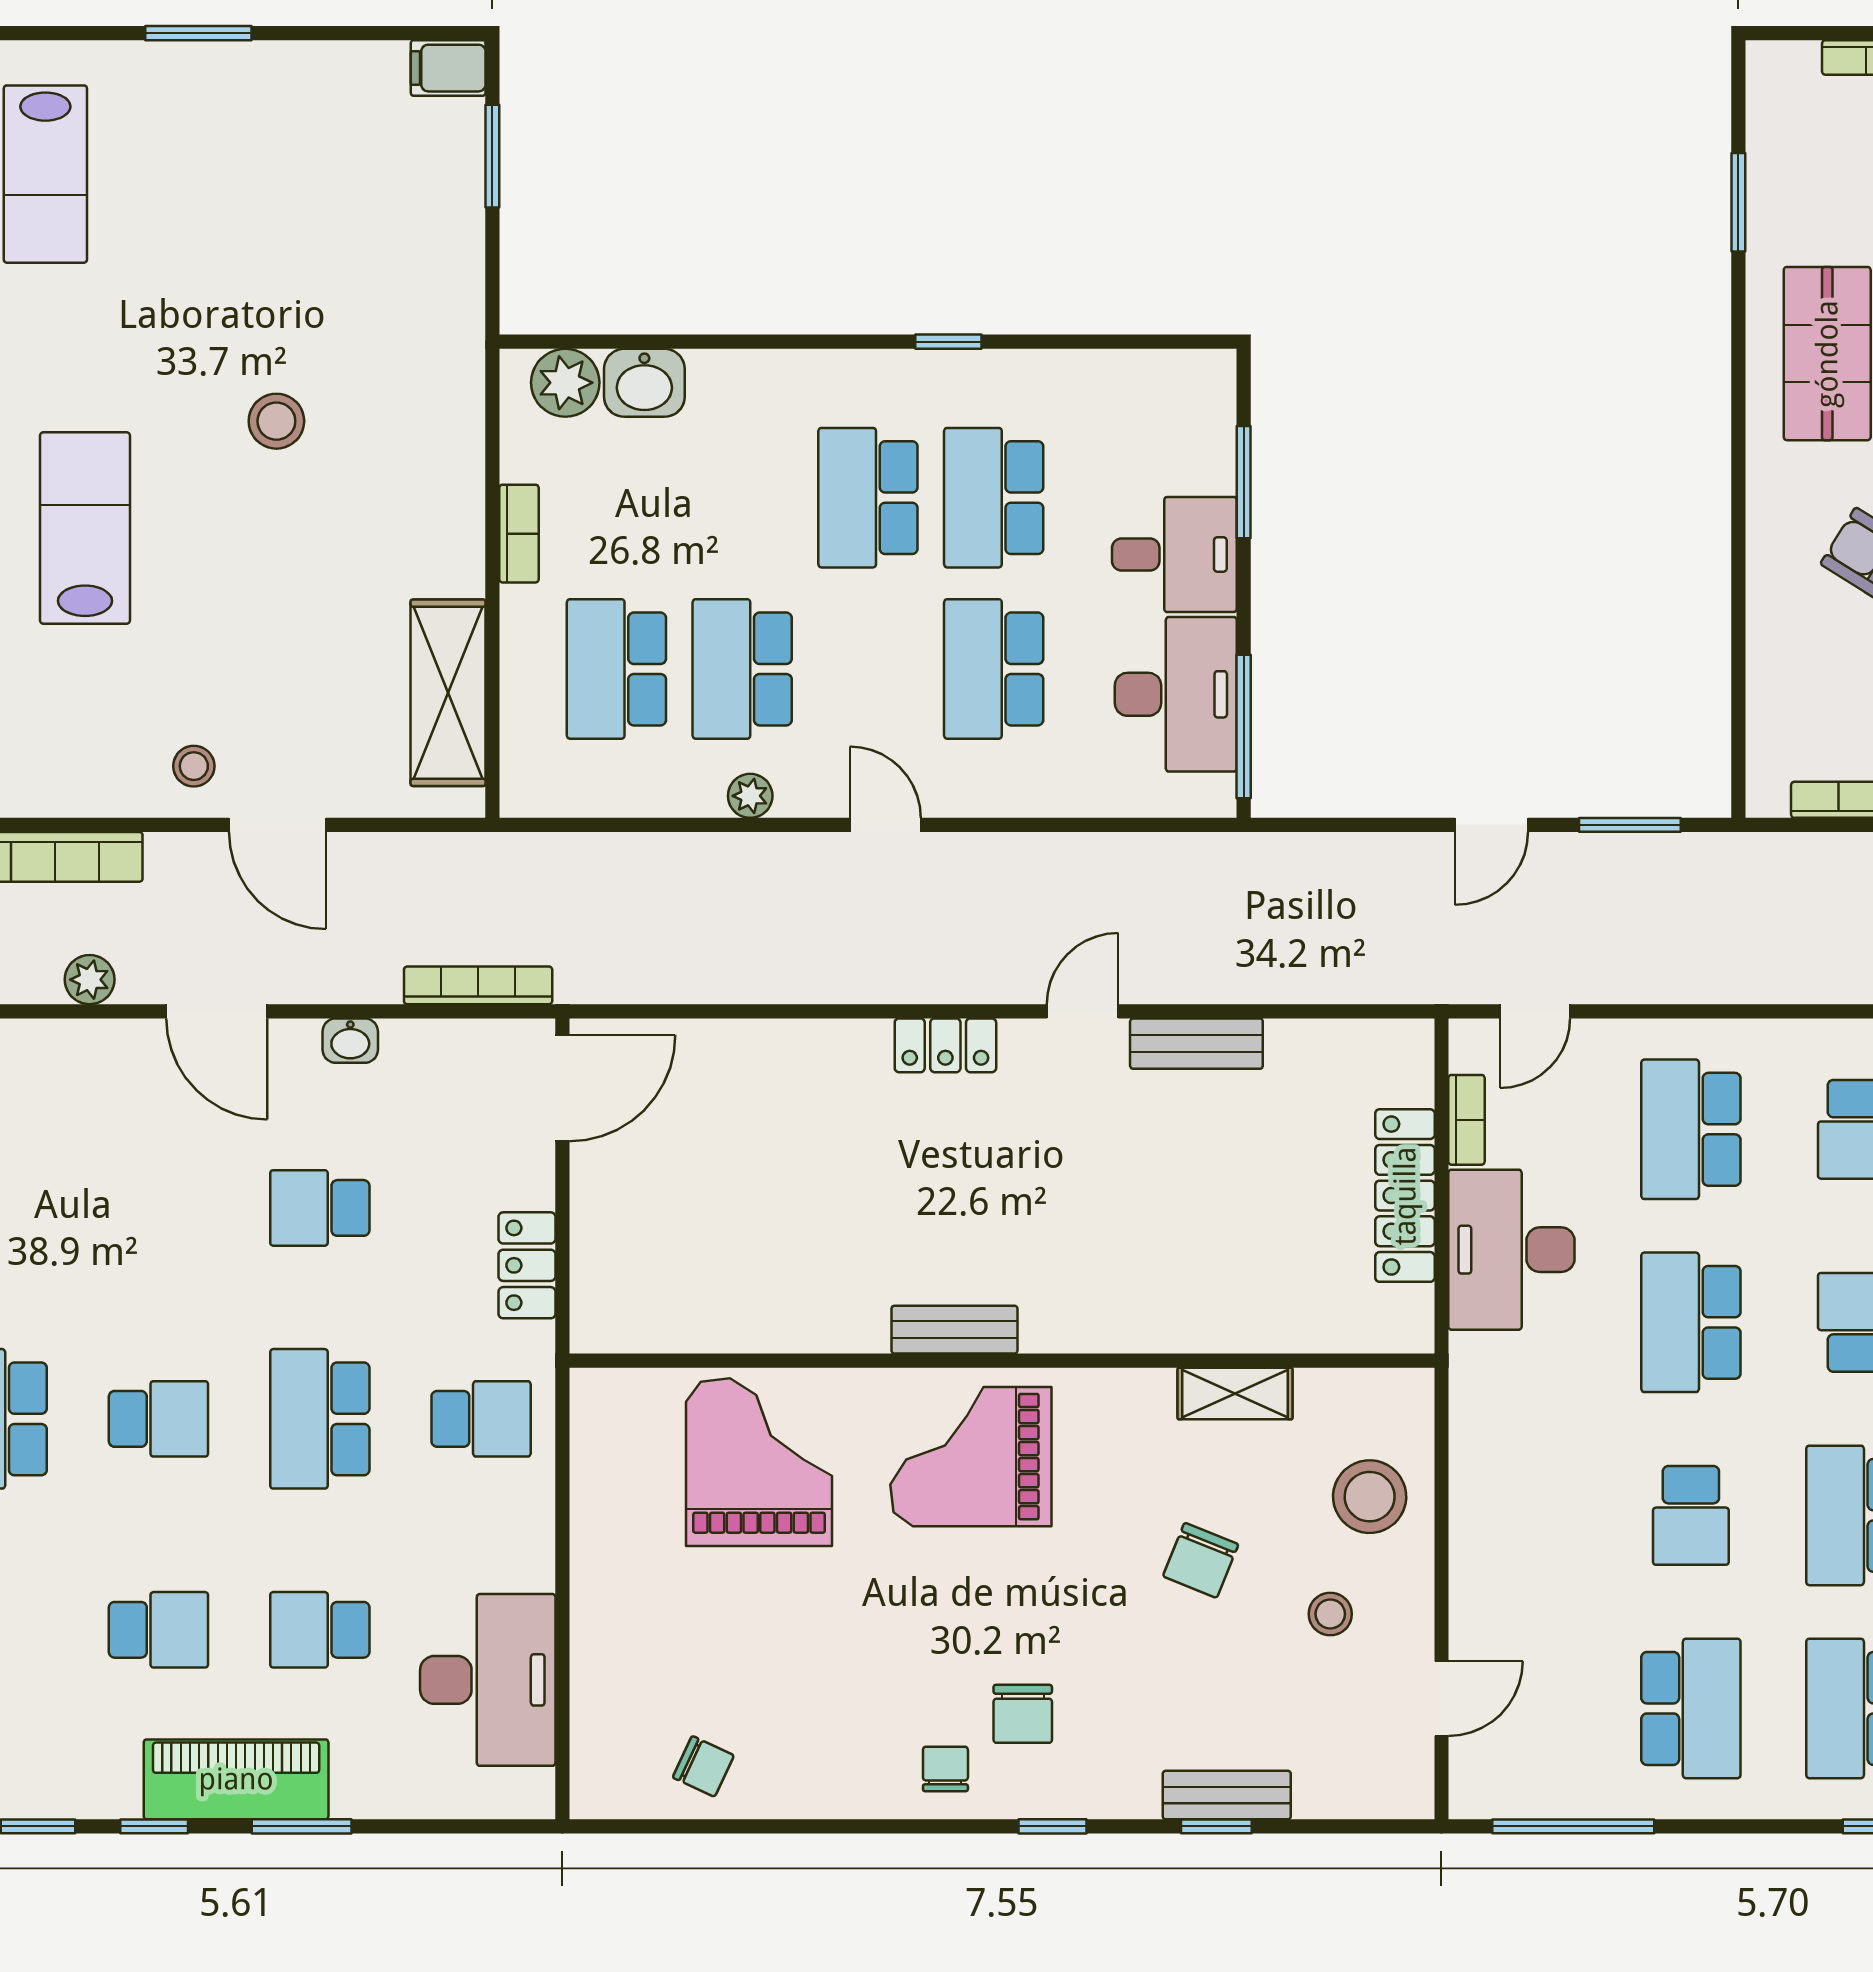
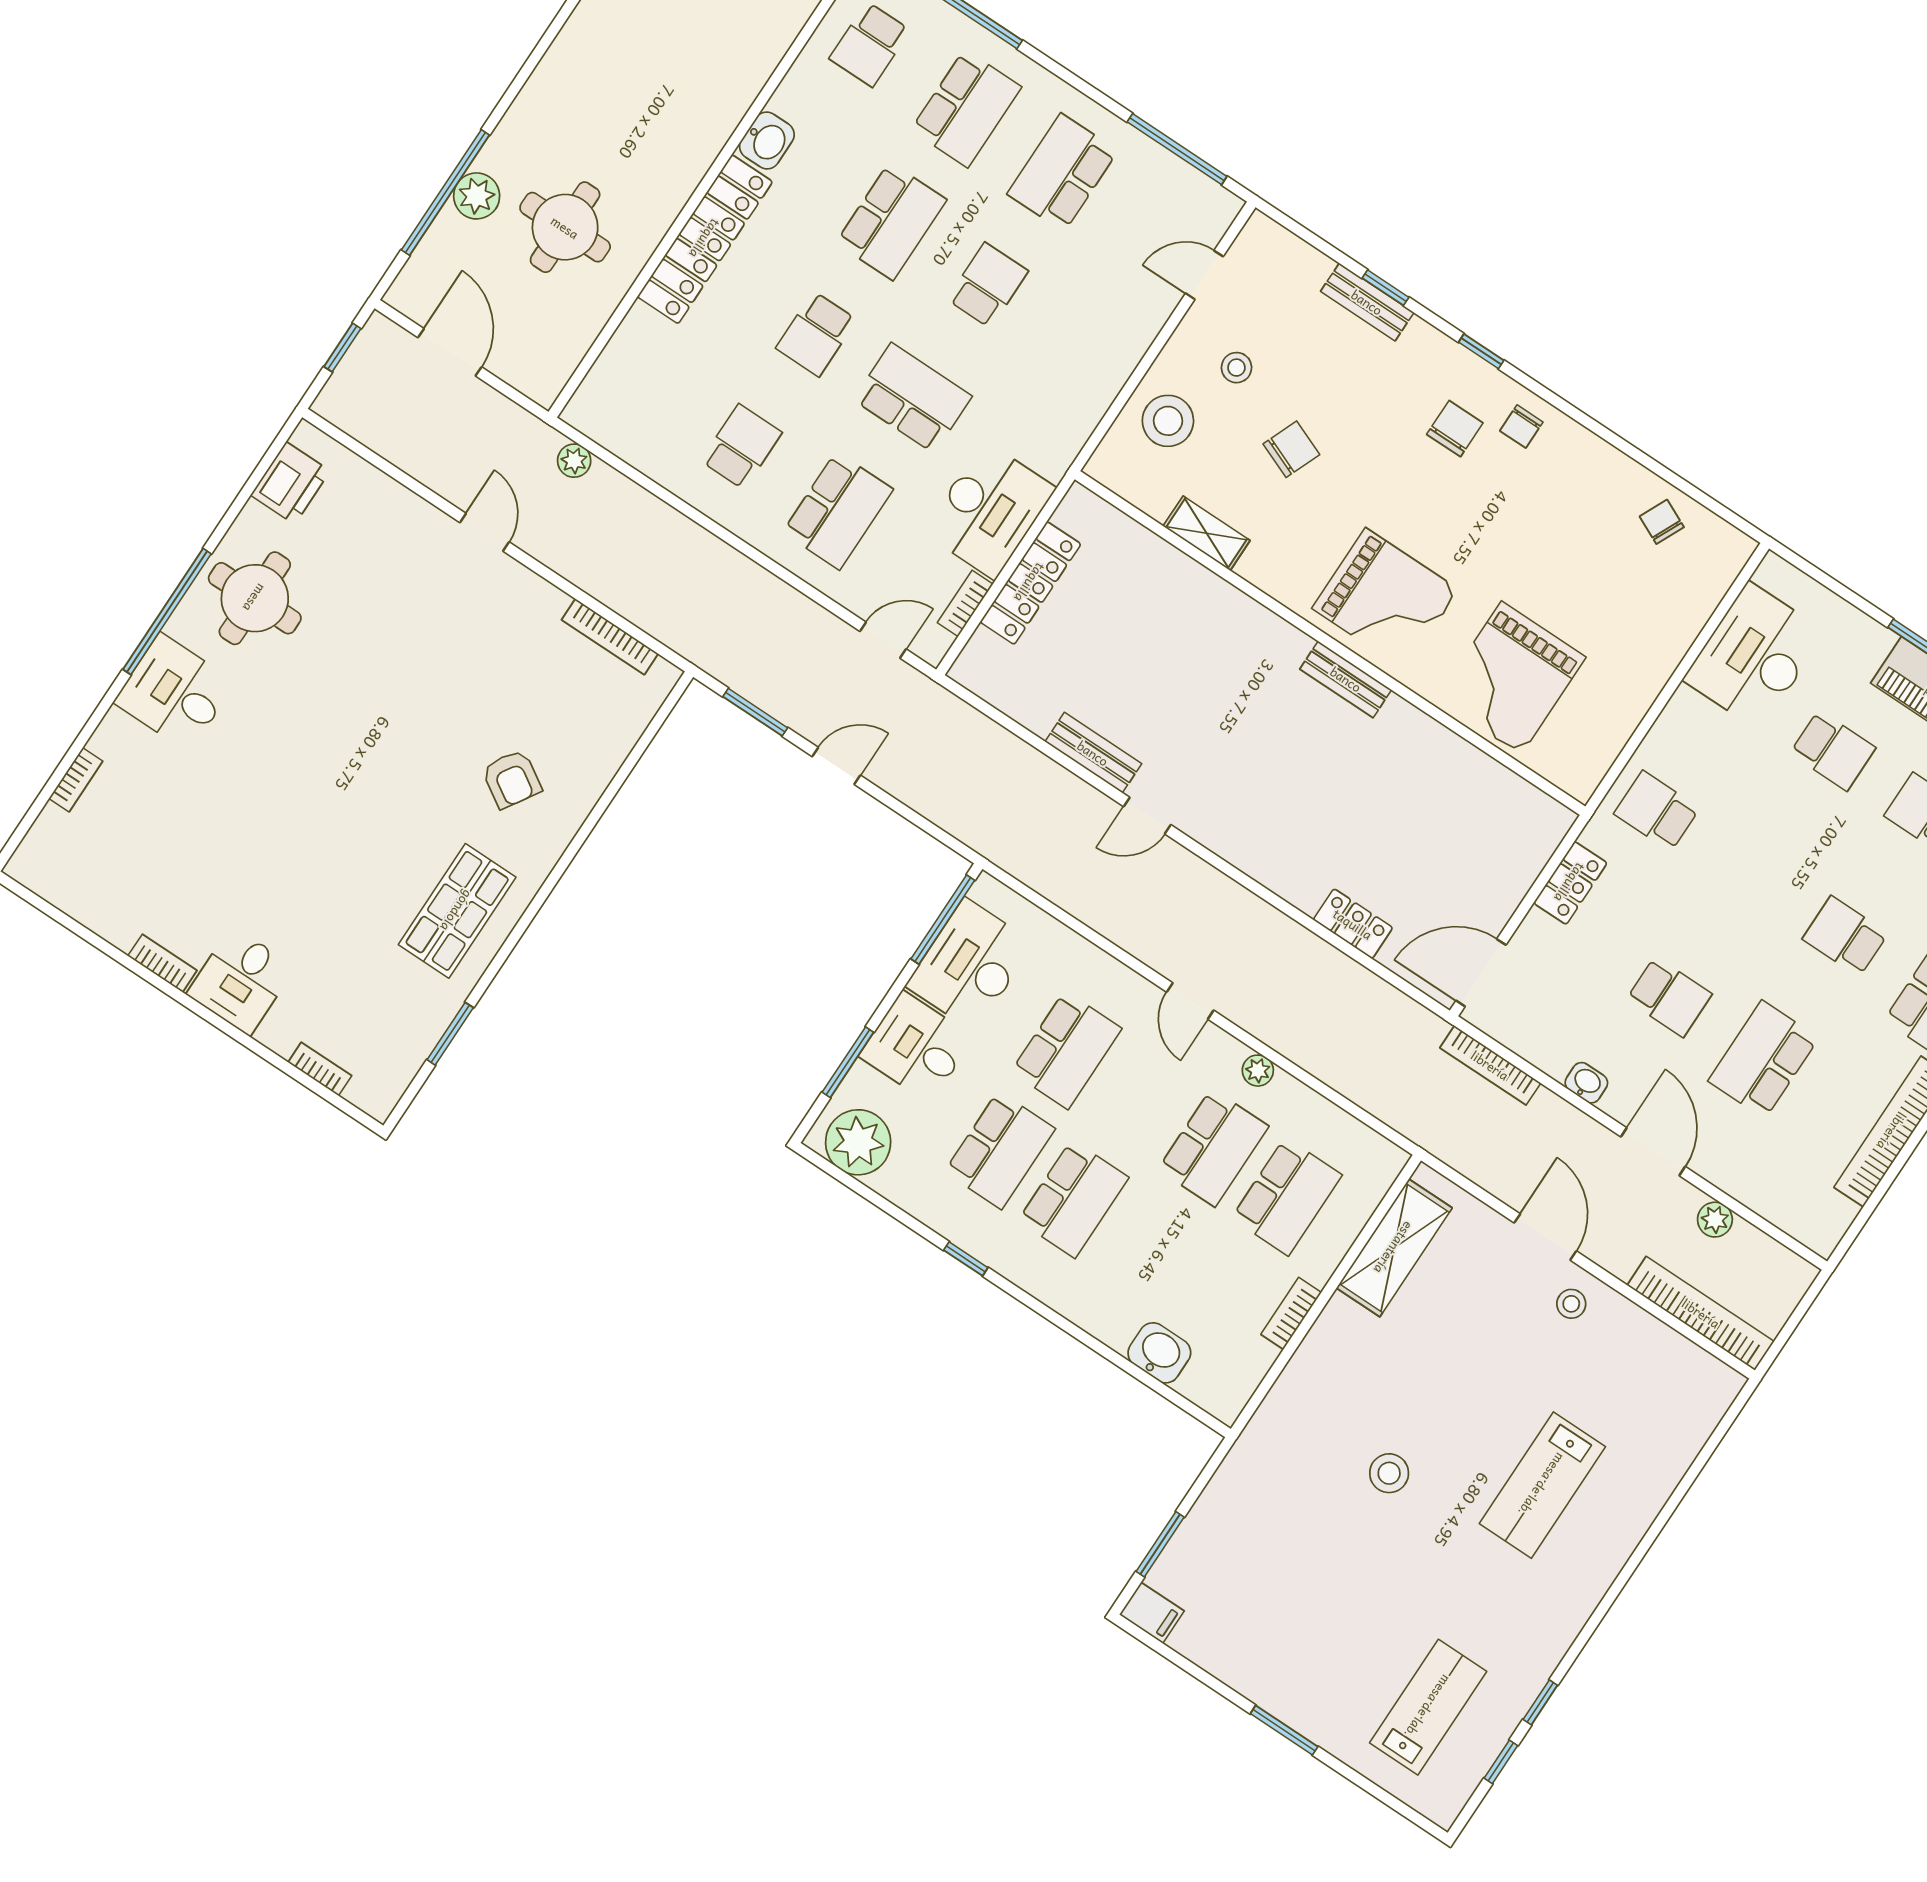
plant: (565, 383) -> (858, 1142), moved, width x1.36, depth x1.36
locker: (945, 1045) -> (1353, 924), moved
school desk: (1691, 1322) -> (913, 398), turned -90
school desk: (320, 1419) -> (1763, 1059), moved, turned 180

